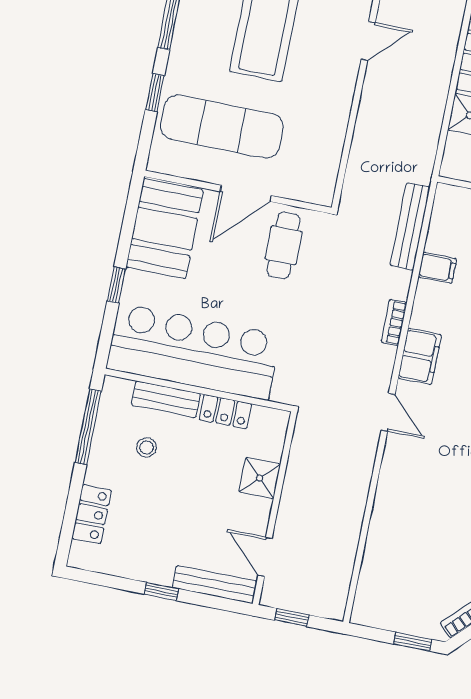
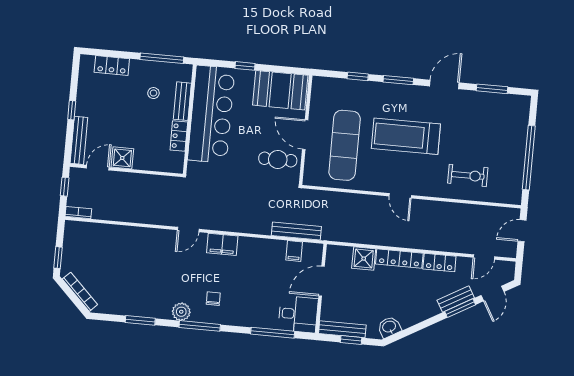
exercise mat: (222, 127) -> (345, 145), moved
filing cabinet: (437, 268) -> (294, 251), moved
bookcase: (394, 322) -> (78, 213), moved
shower: (260, 478) -> (122, 158), moved

